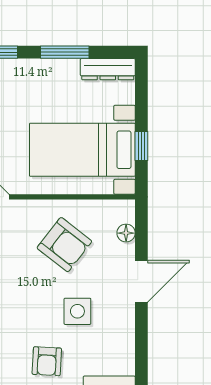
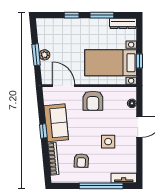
armchair: (64, 245) -> (93, 101), moved, turned 52
armchair: (47, 361) -> (81, 161), moved

